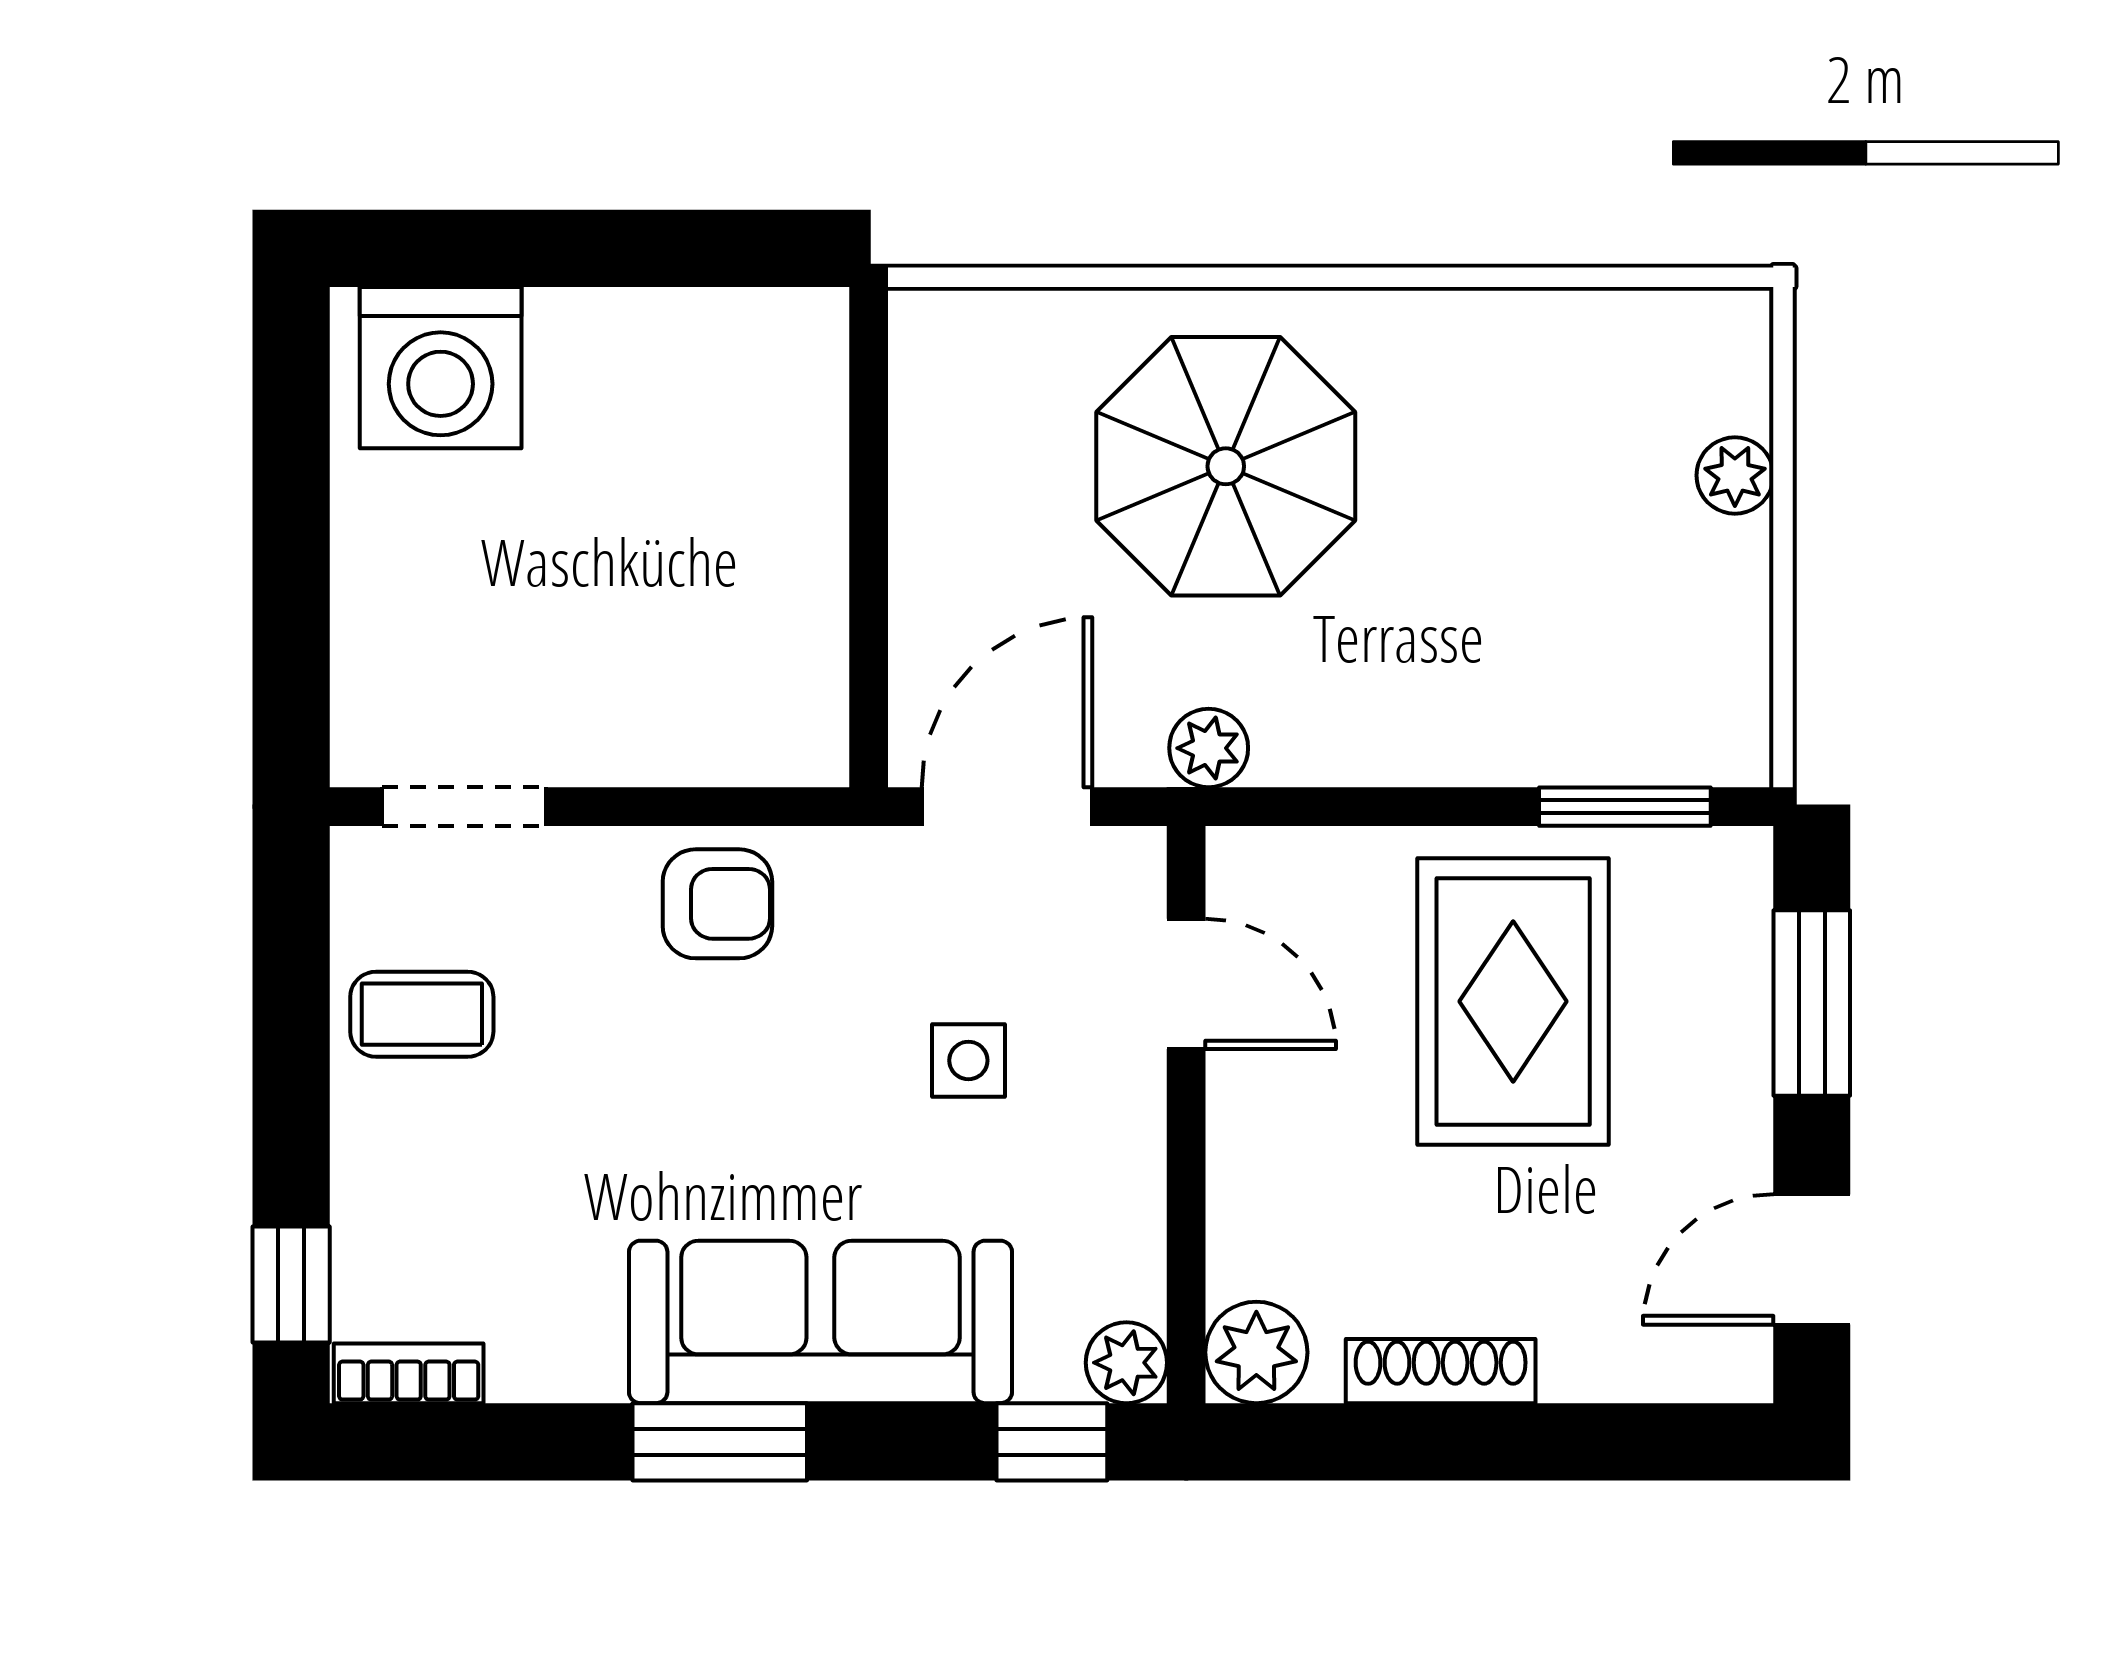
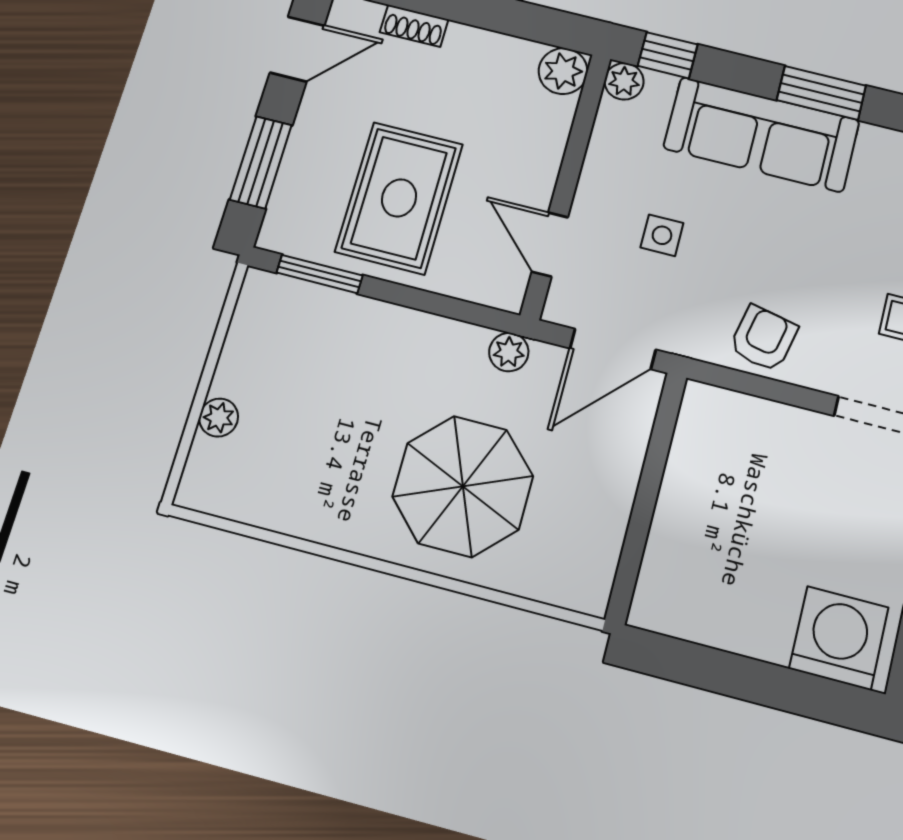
armchair: (717, 904) -> (763, 338), turned 102
shoe rack: (1441, 1371) -> (414, 26), moved, width x0.70

